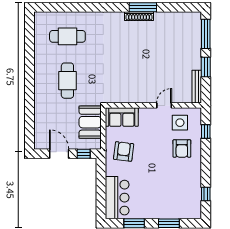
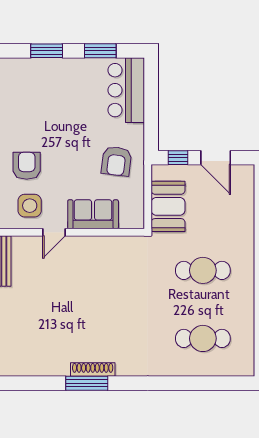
cafe table: (67, 81) -> (203, 270), turned 90
sofa: (122, 117) -> (93, 214), moved

